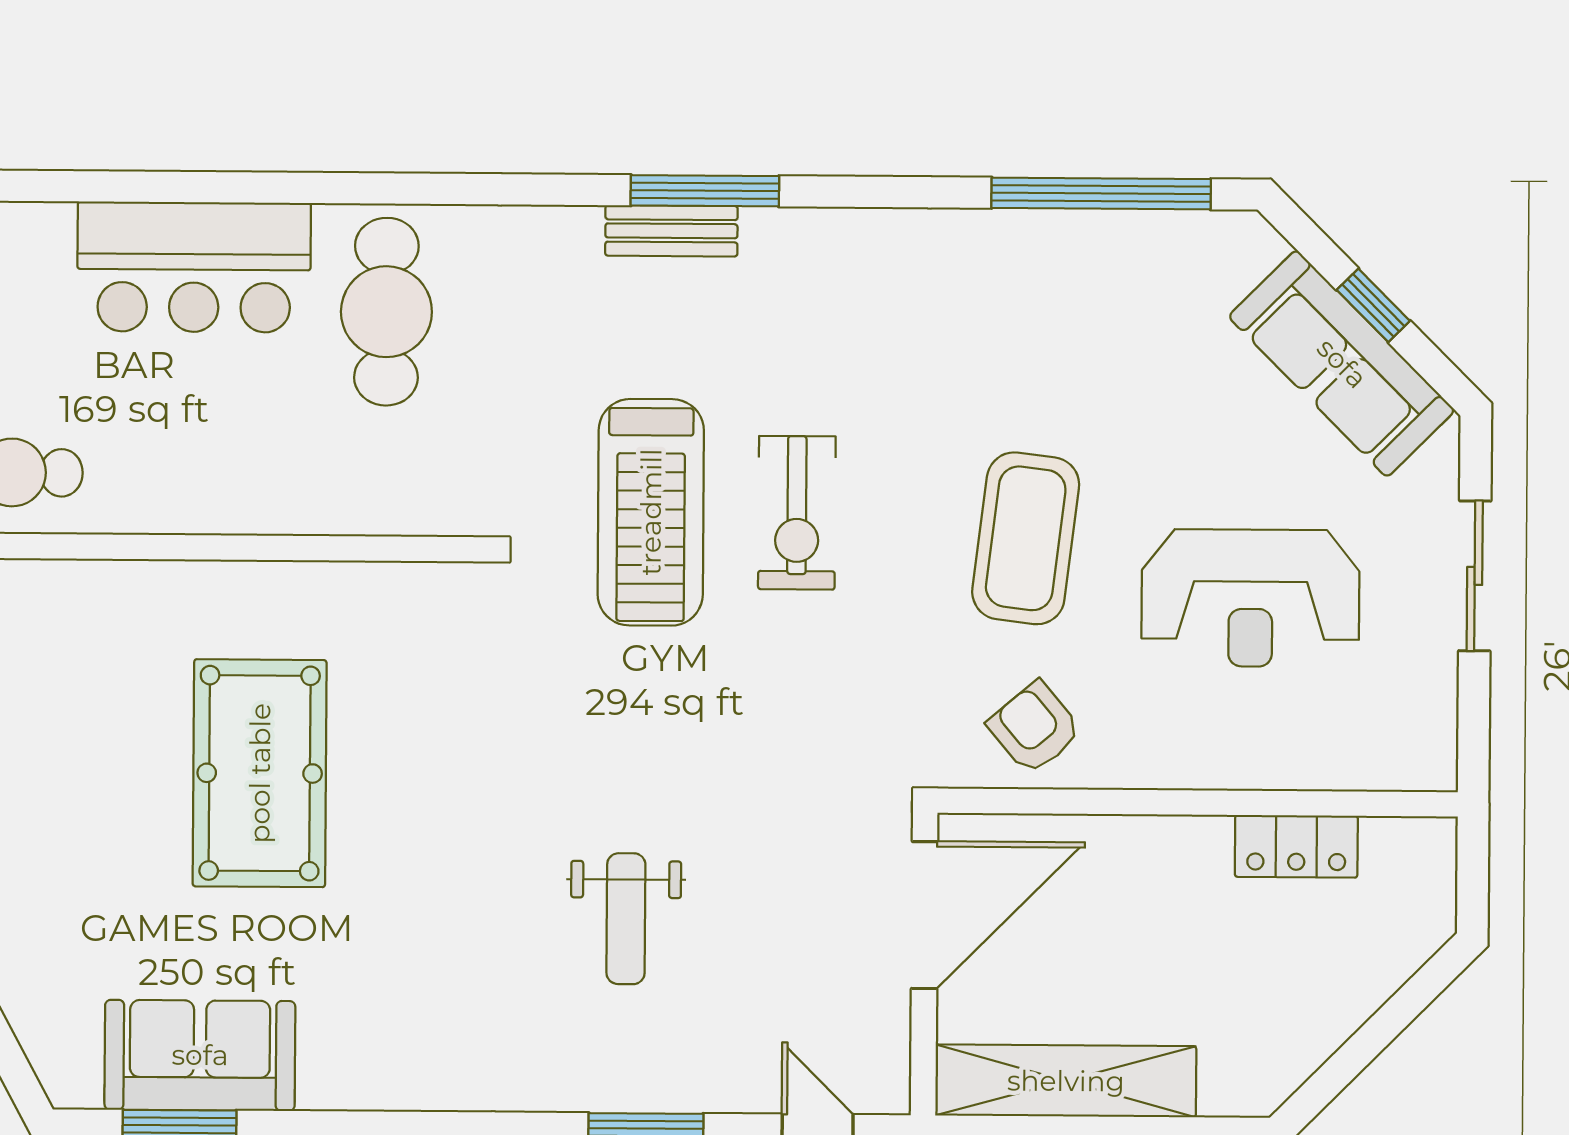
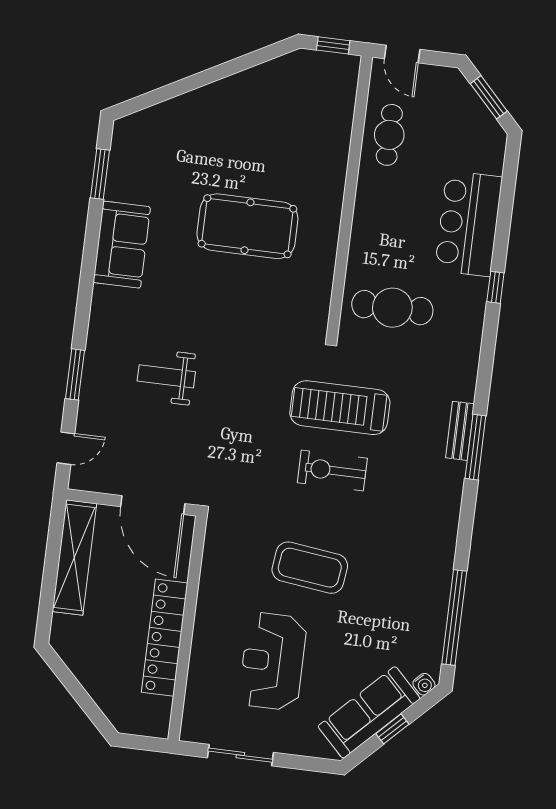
window: (333, 188) -> (495, 287), added
water cooler: (1262, 245) -> (424, 684), added
cafe table: (386, 312) -> (392, 308), moved
sliding door: (1475, 576) -> (240, 755), moved
armchair: (1035, 728) -> (228, 562), removed
locker: (1296, 846) -> (165, 638), width x2.16, depth x1.21
sofa: (200, 1055) -> (122, 245), moved

